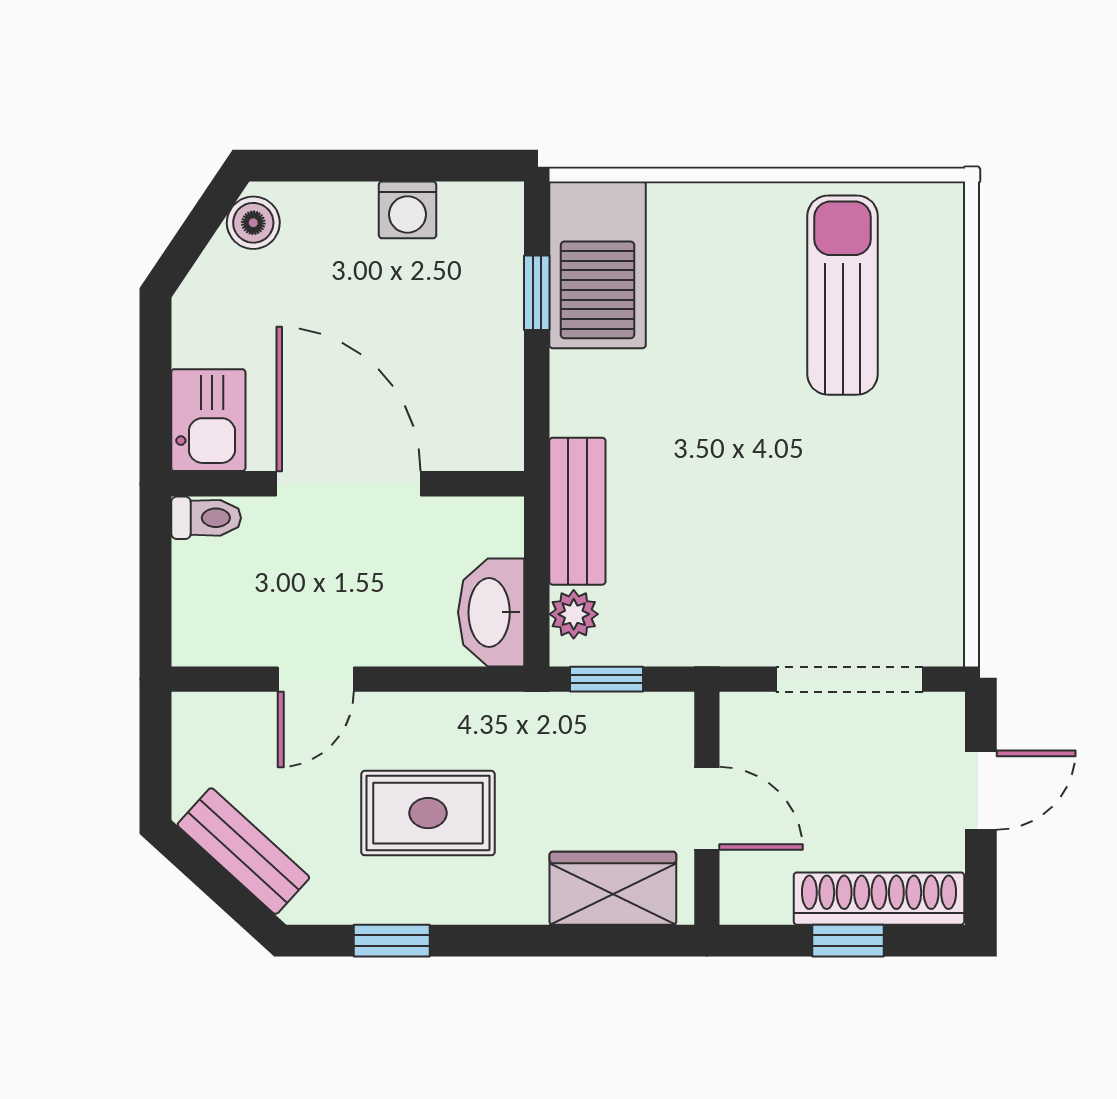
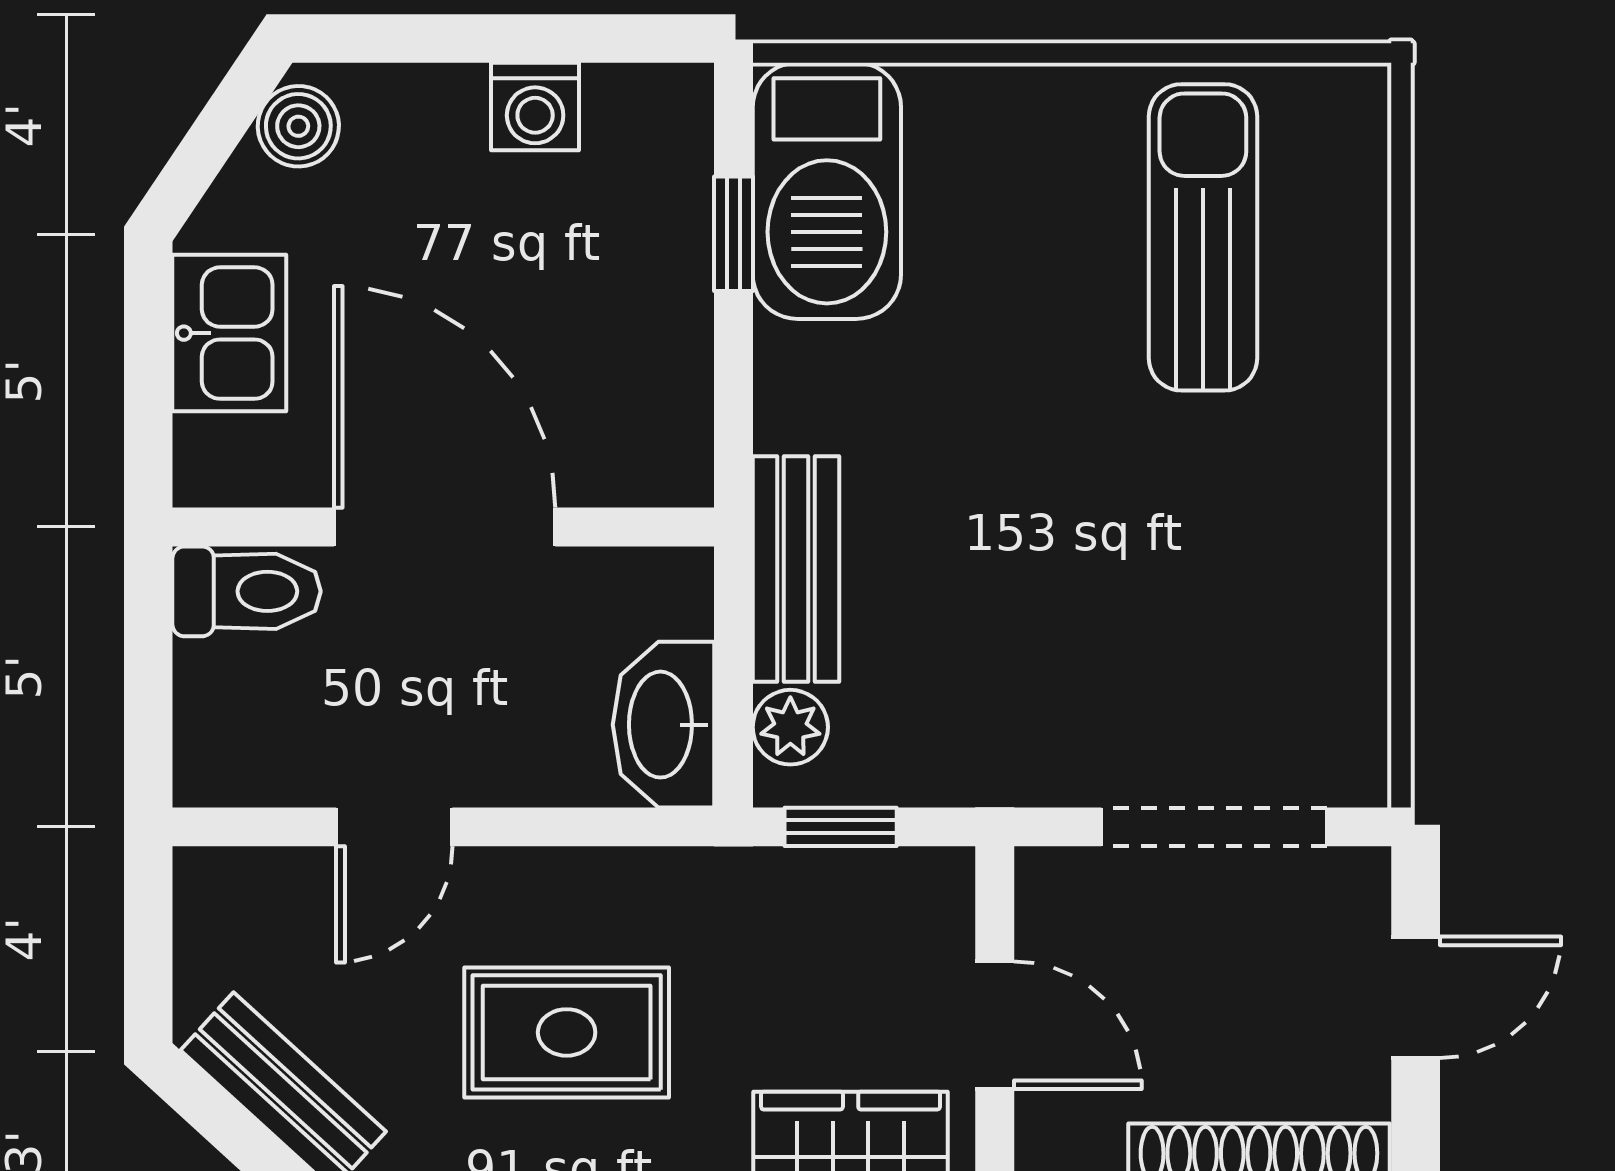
kitchen sink: (208, 420) -> (229, 333), moved
toilet: (206, 518) -> (247, 591), width x1.37, depth x1.39

